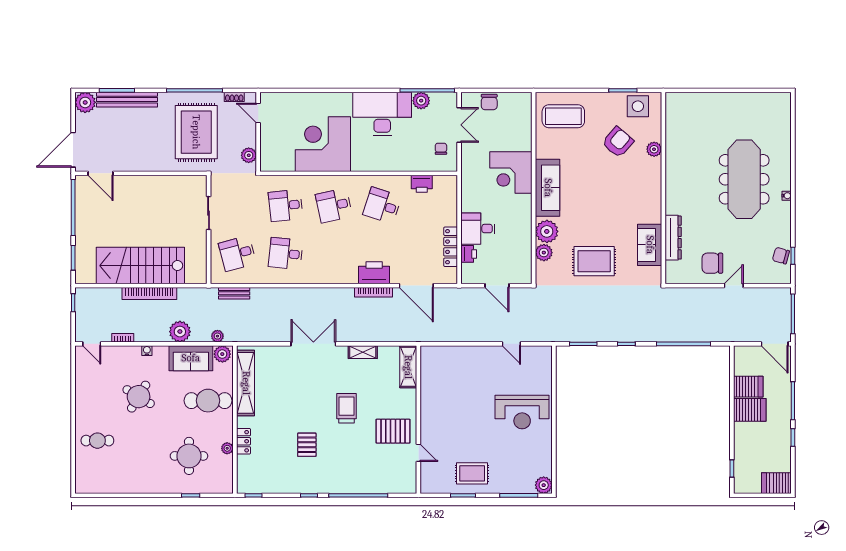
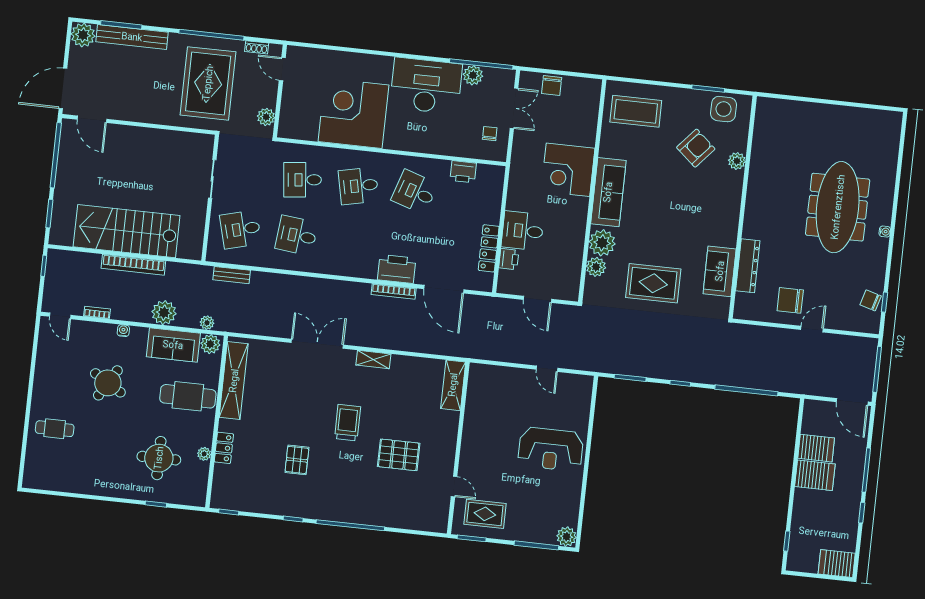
shelving: (408, 367) -> (453, 385), moved
wall: (418, 420) -> (458, 448), moved
door: (418, 453) -> (454, 487), moved

